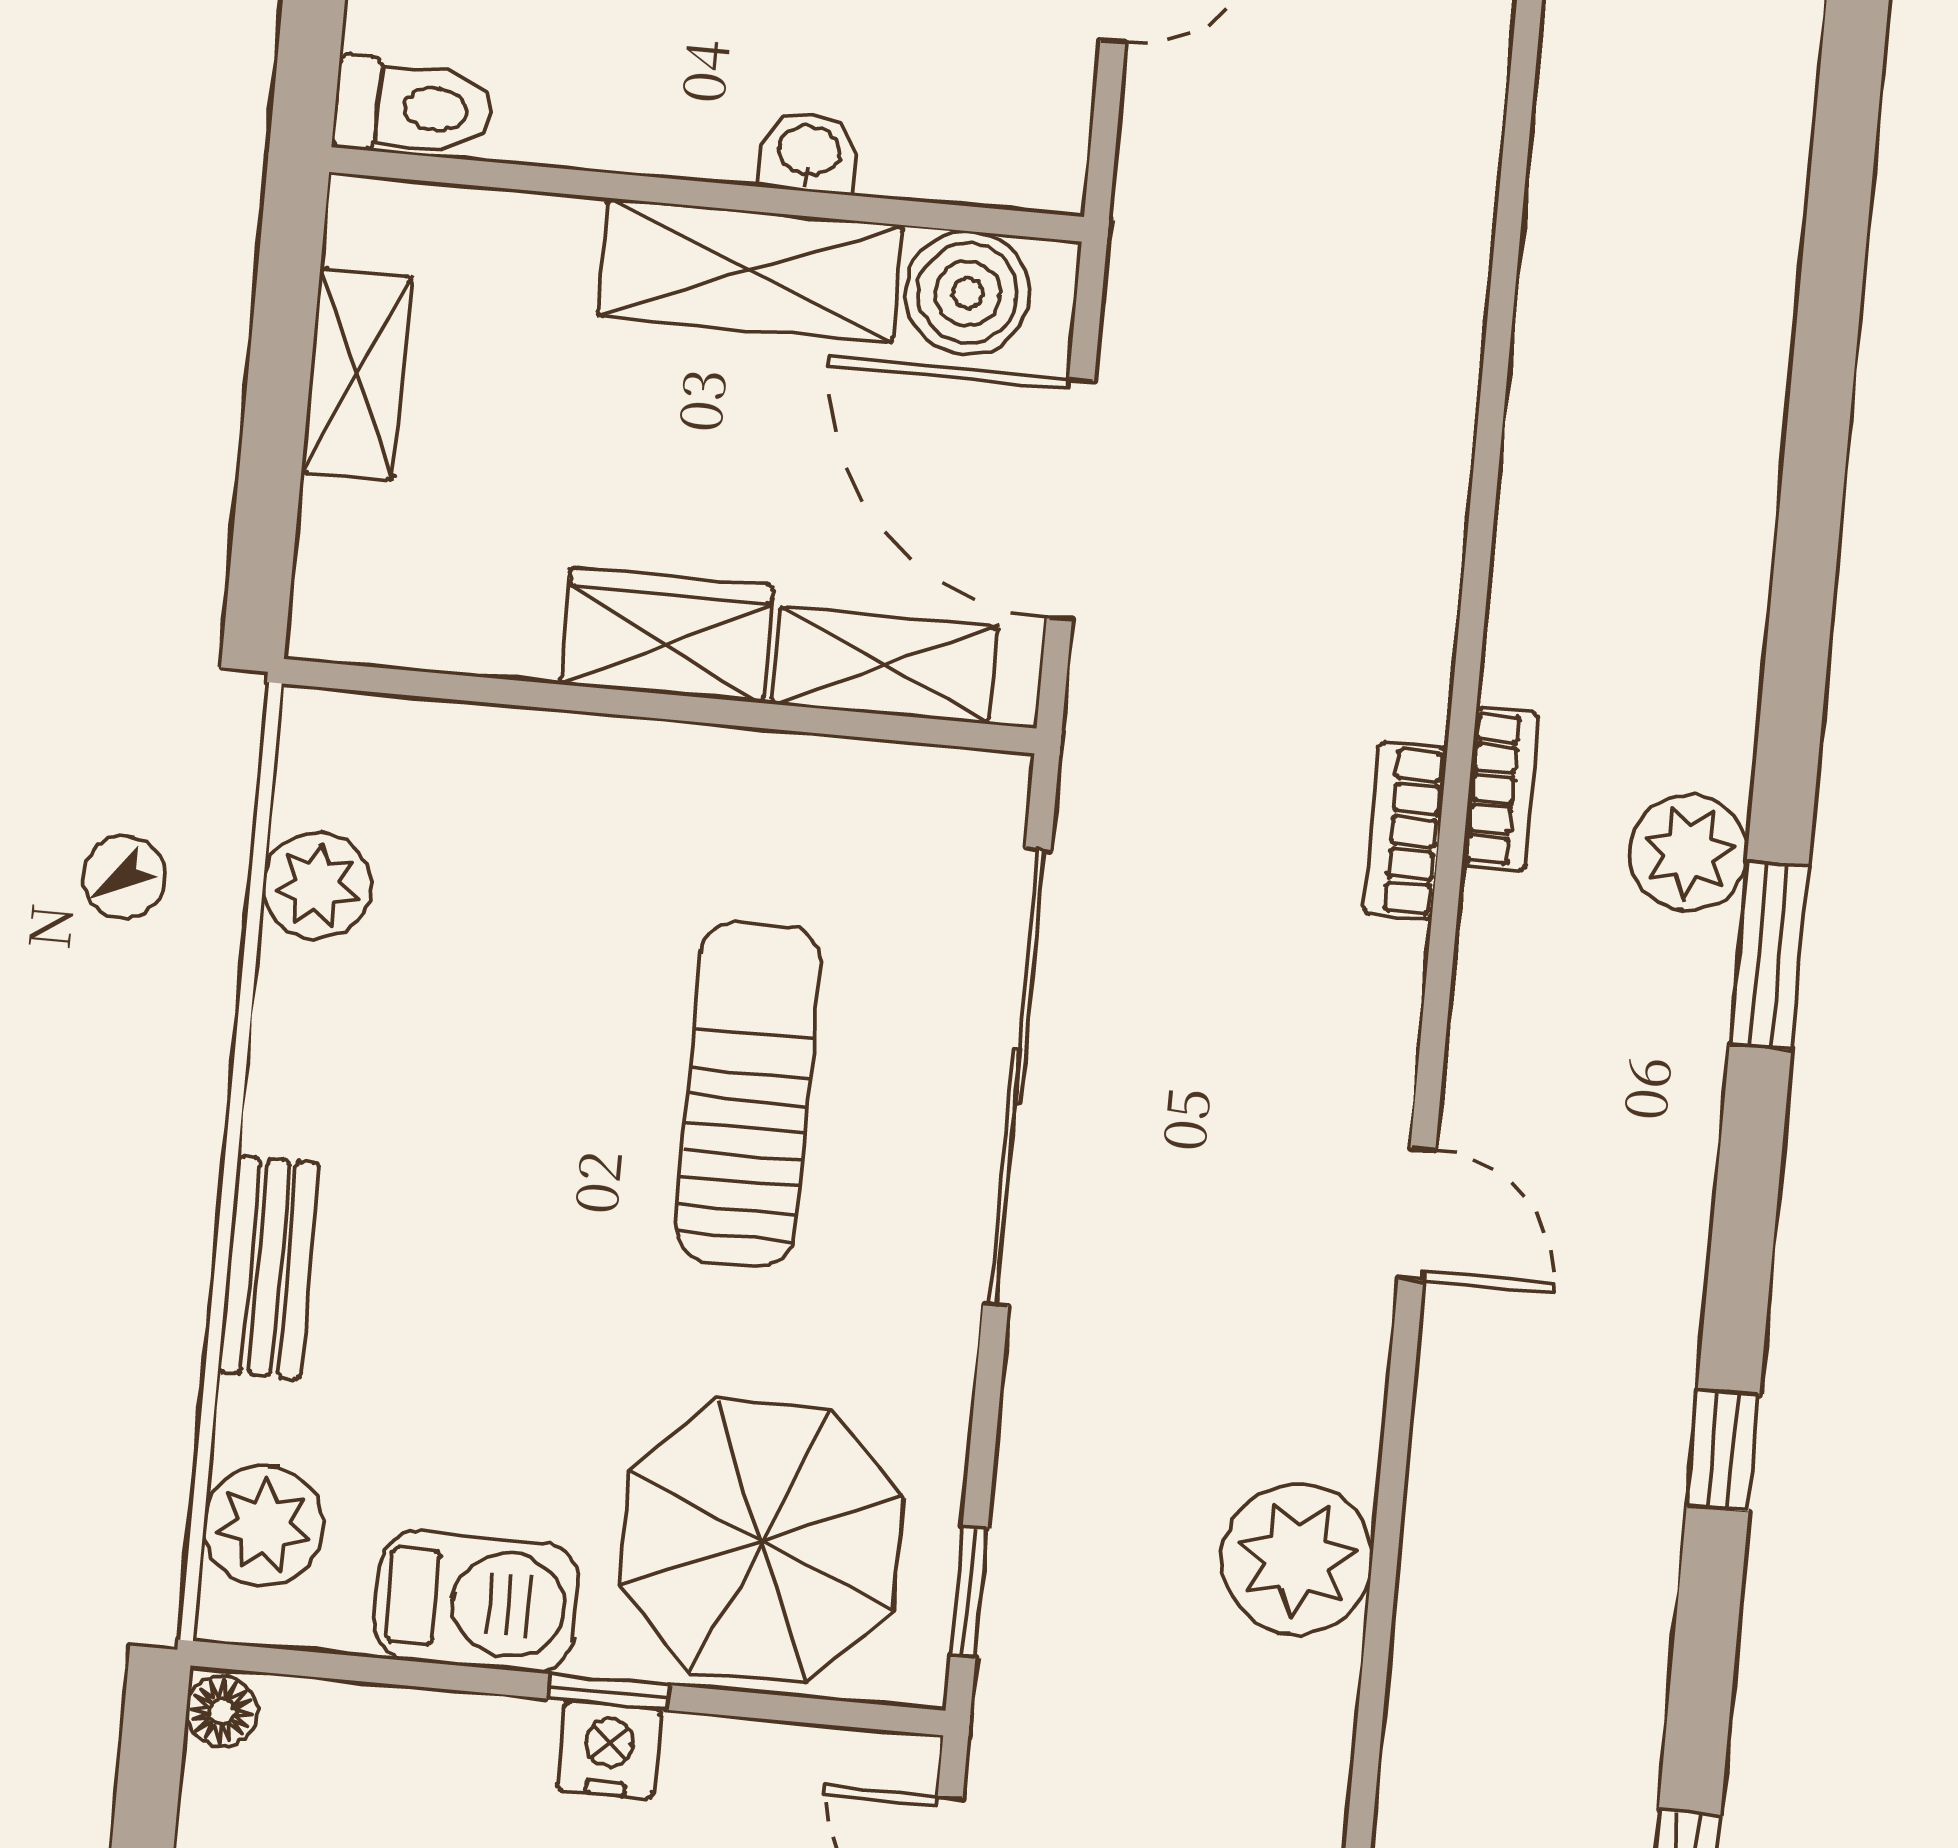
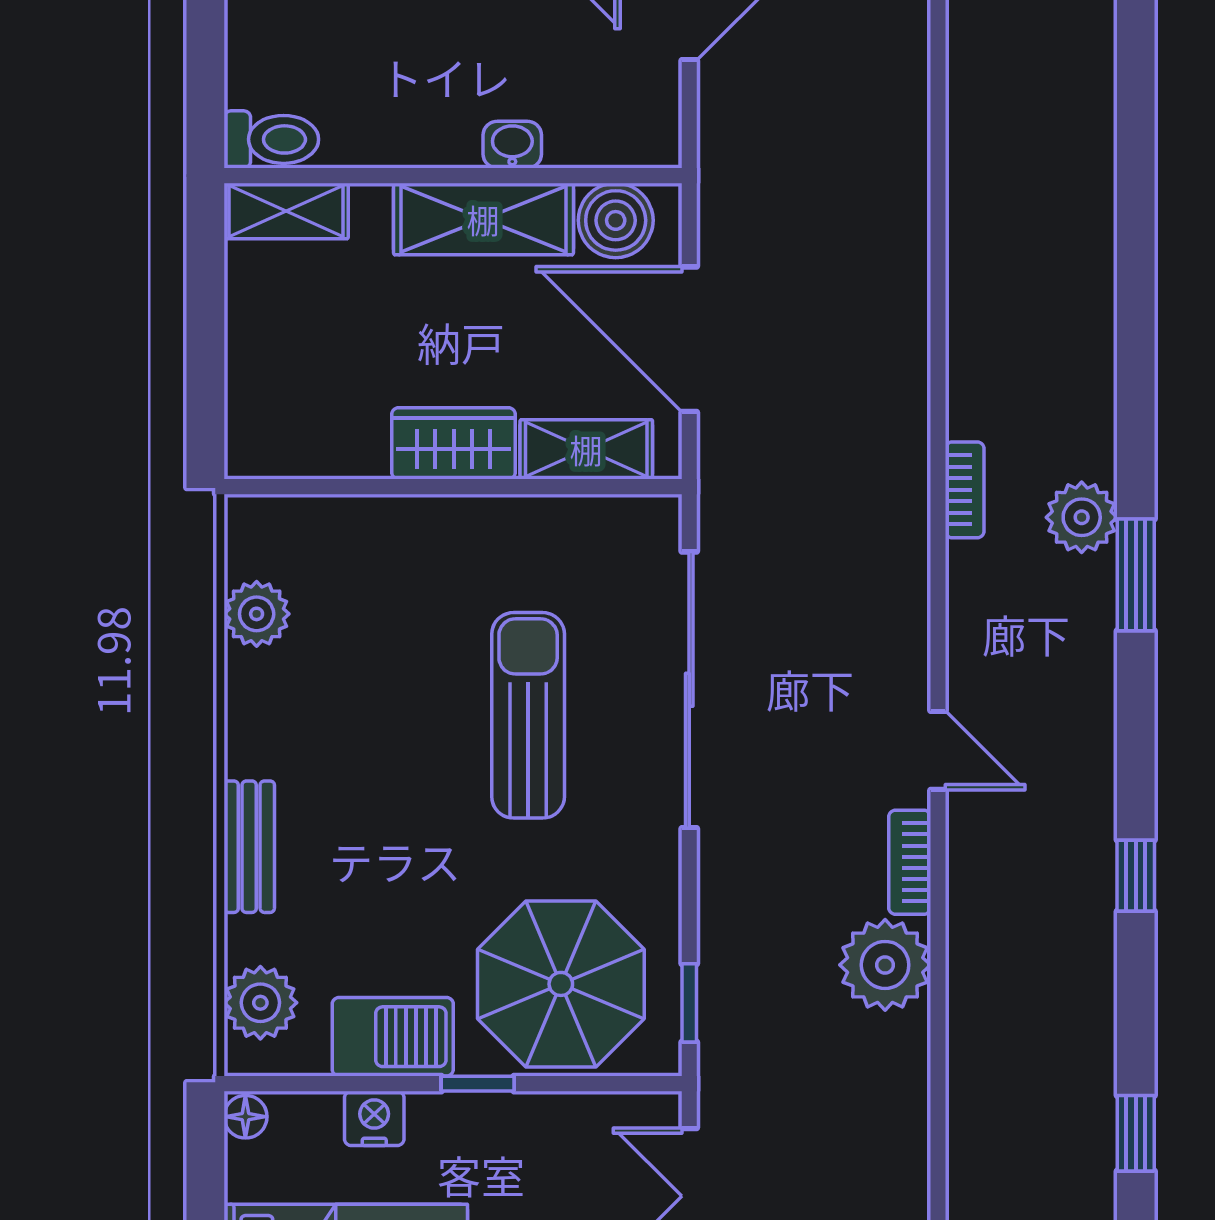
shelving: (356, 375) -> (286, 211), moved, turned 90
bookcase: (1405, 831) -> (910, 862), moved
nightstand: (609, 1750) -> (374, 1118), moved

